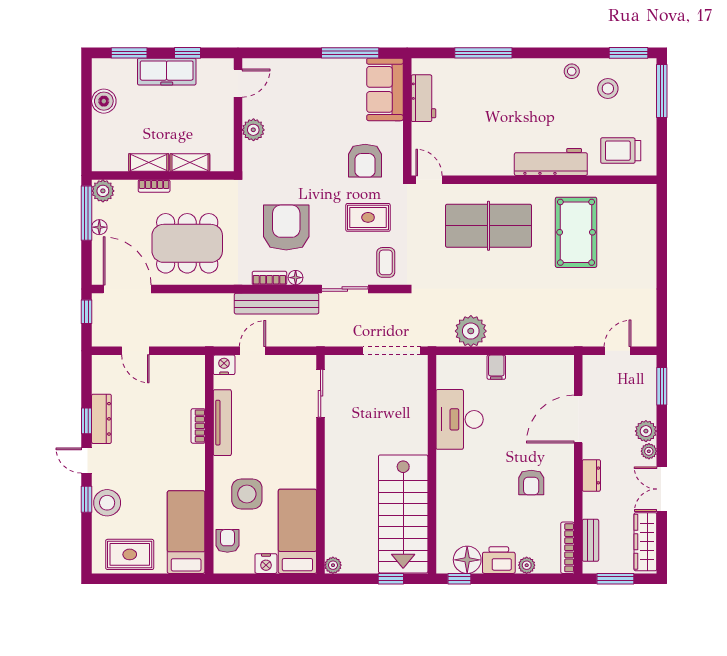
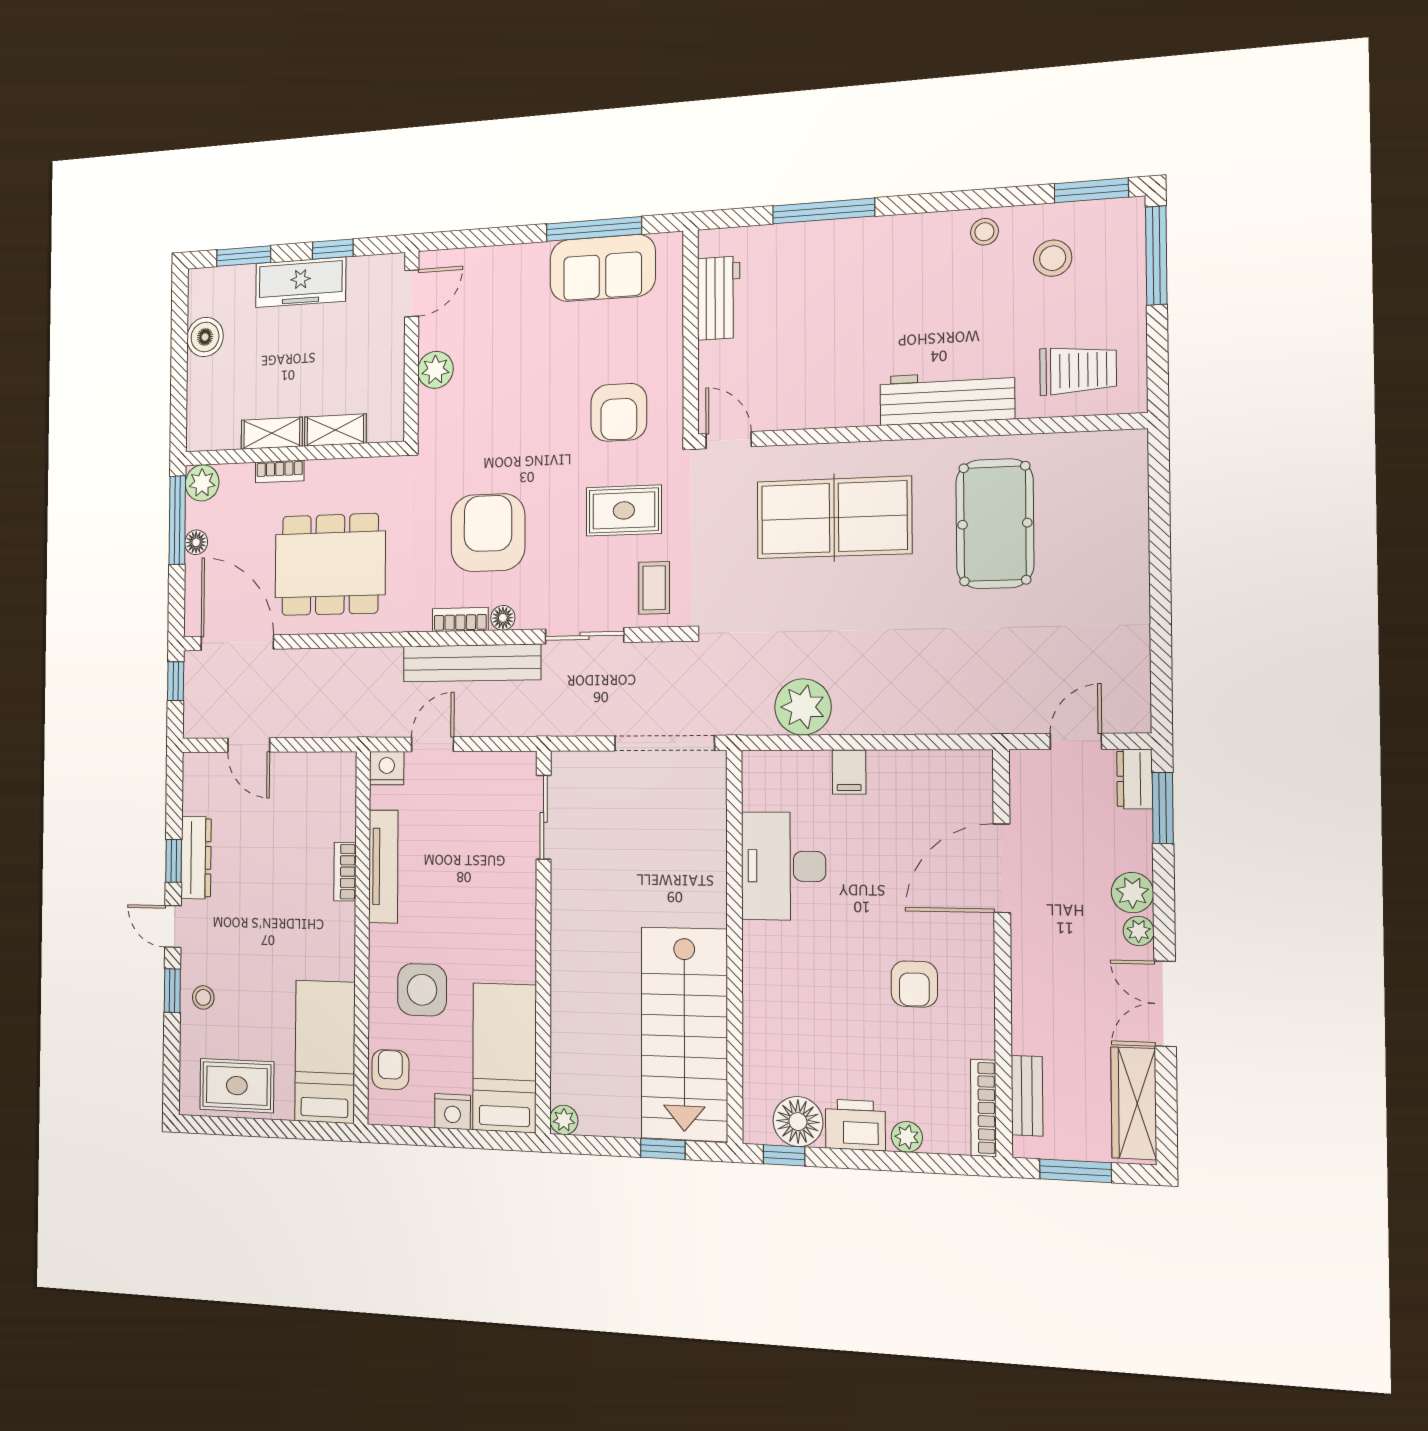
sofa: (385, 89) -> (603, 268), moved, turned -90
trolley: (621, 151) -> (1078, 370), turned 180
dresser: (591, 475) -> (1135, 779), moved, turned 180
stool: (107, 503) -> (203, 997), width x0.53, depth x0.53

